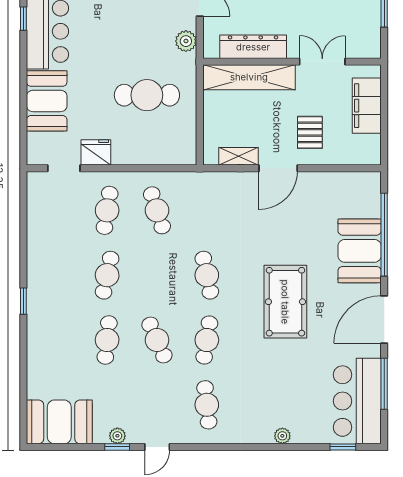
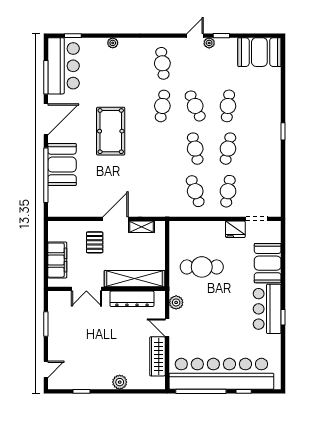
cafe table: (207, 275) -> (195, 149), moved
plant: (117, 436) -> (209, 43), moved

